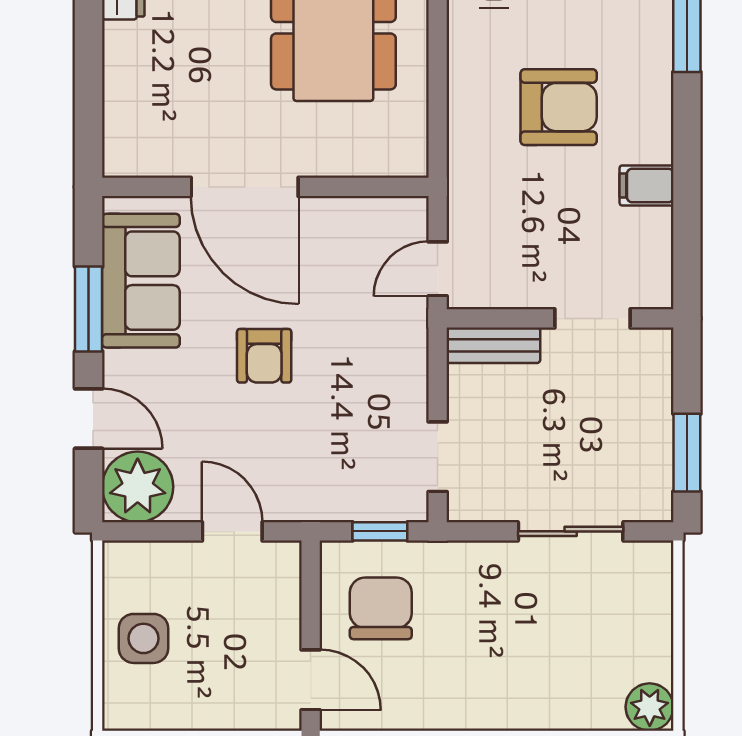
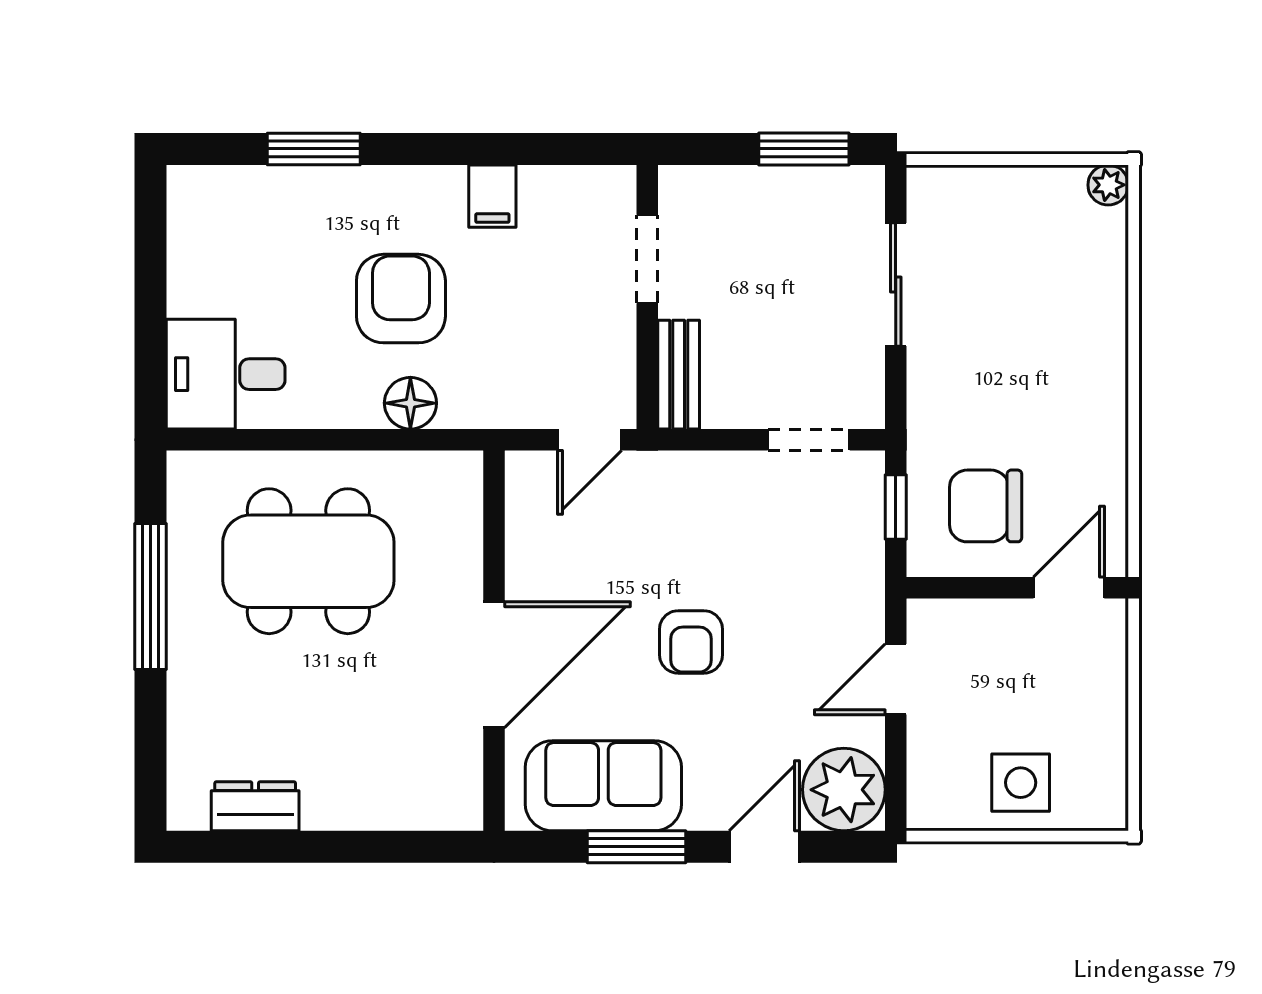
floor lamp: (469, 115) -> (410, 403), added
door: (438, 269) -> (590, 440), hinge flipped
armchair: (264, 356) -> (691, 642), turned 90
plant: (650, 707) -> (1108, 185), width x0.73, depth x0.73

